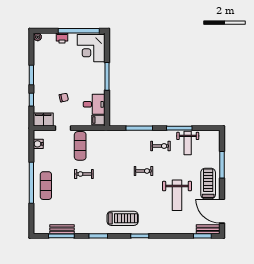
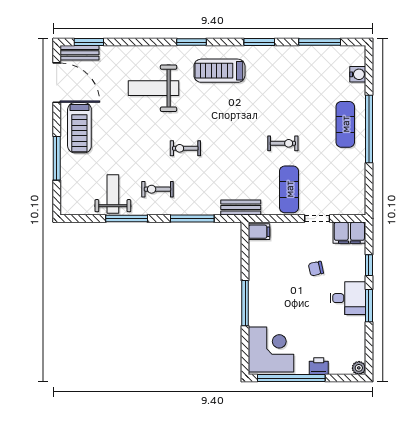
desk: (94, 104) -> (348, 298), moved, turned 180
water cooler: (38, 144) -> (358, 74), moved
weight bench: (177, 195) -> (153, 88), moved, turned -90
bench: (62, 229) -> (241, 208), moved

